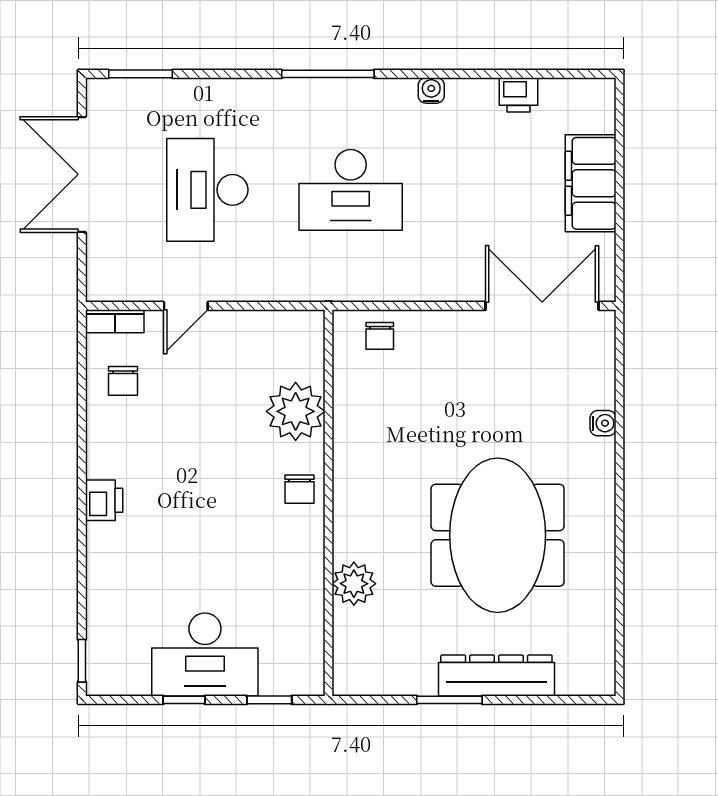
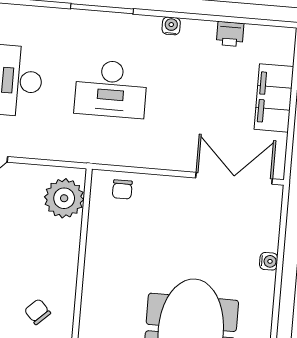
plant: (296, 411) -> (64, 198), moved
chair: (299, 489) -> (38, 312), moved, turned 137

